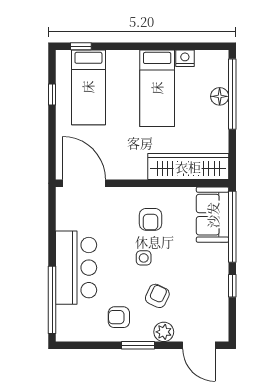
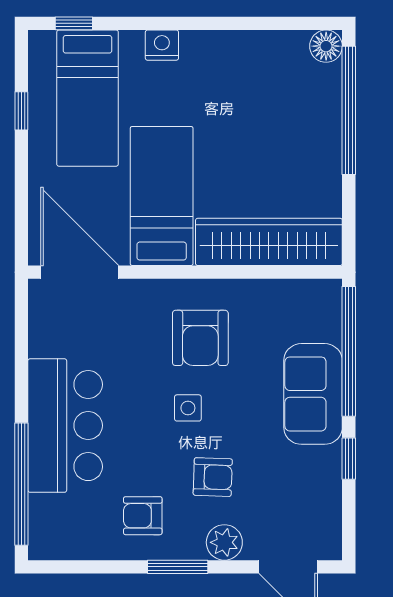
nightstand: (185, 58) -> (162, 45), moved
bed: (157, 88) -> (162, 196), moved, turned 180
floor lamp: (220, 96) -> (326, 46), moved
sofa: (213, 215) -> (313, 394), moved
armchair: (151, 219) -> (200, 338), width x1.38, depth x1.38
armchair: (157, 296) -> (213, 477), turned 67

